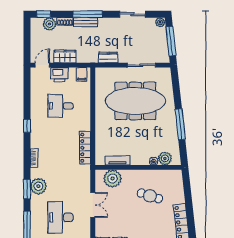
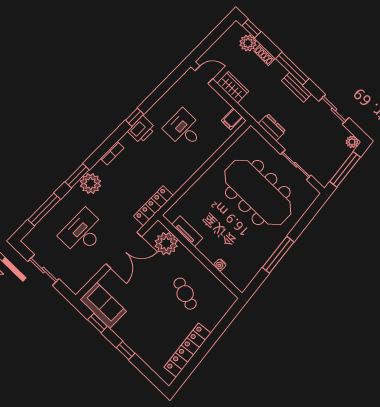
bench: (86, 22) -> (297, 87), moved
printer: (59, 75) -> (142, 130), moved, turned -90
locker: (85, 148) -> (153, 206), moved
plant: (165, 158) -> (233, 273), removed
double door: (93, 205) -> (124, 250), width x1.37

